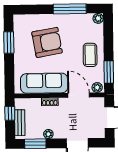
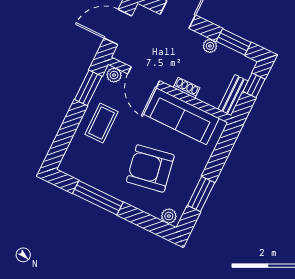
plant: (98, 18) -> (169, 216), moved
window: (10, 113) -> (254, 85), moved
bench: (20, 123) -> (233, 95), moved

